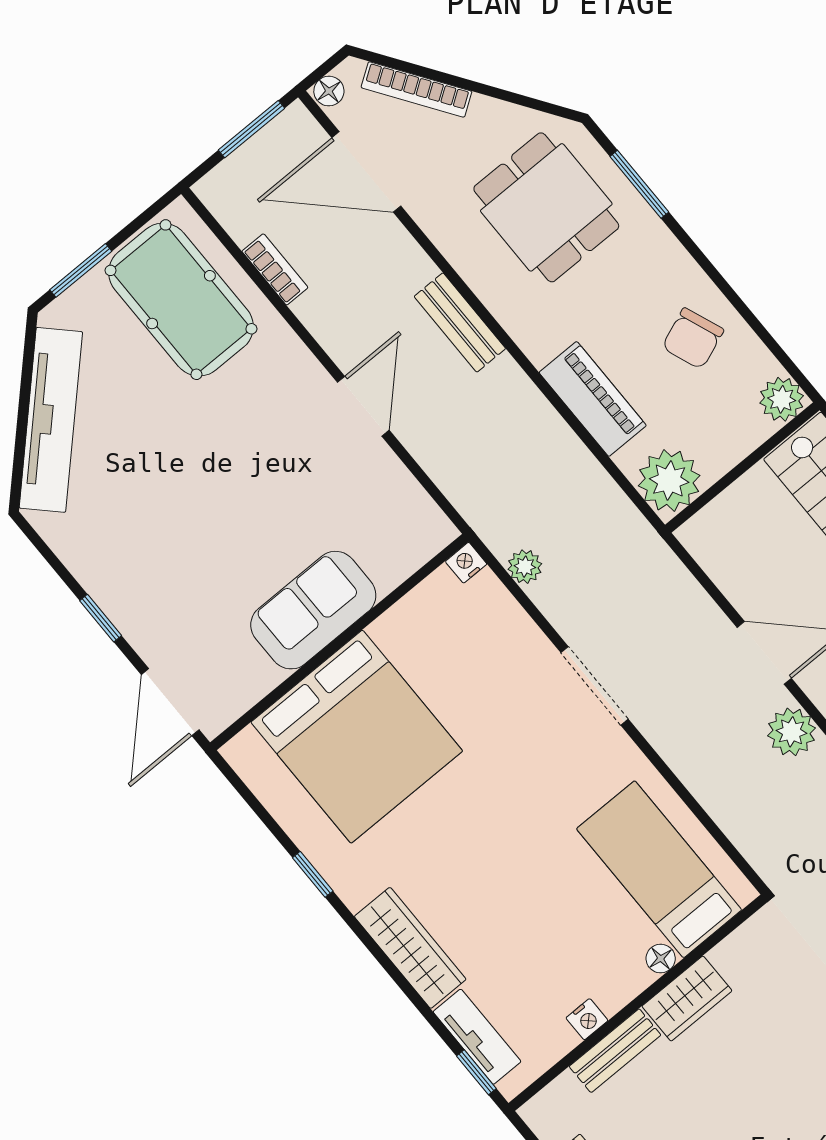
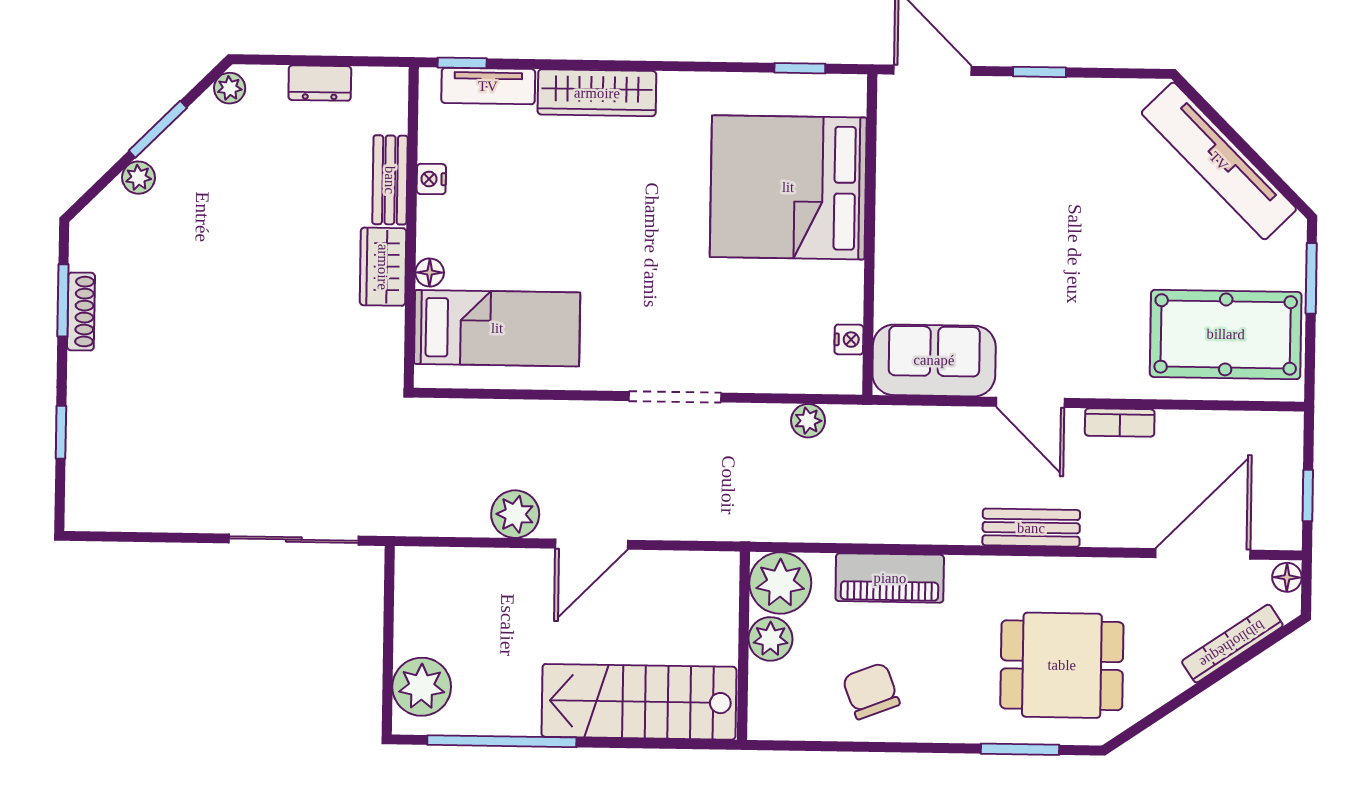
window: (252, 129) -> (1308, 495), width x0.67
bookcase: (275, 269) -> (1120, 423), moved
plant: (782, 399) -> (770, 639), moved
nightstand: (466, 563) -> (849, 340), moved
sofa: (313, 610) -> (934, 360), moved, turned -90
window: (313, 874) -> (800, 68), moved

